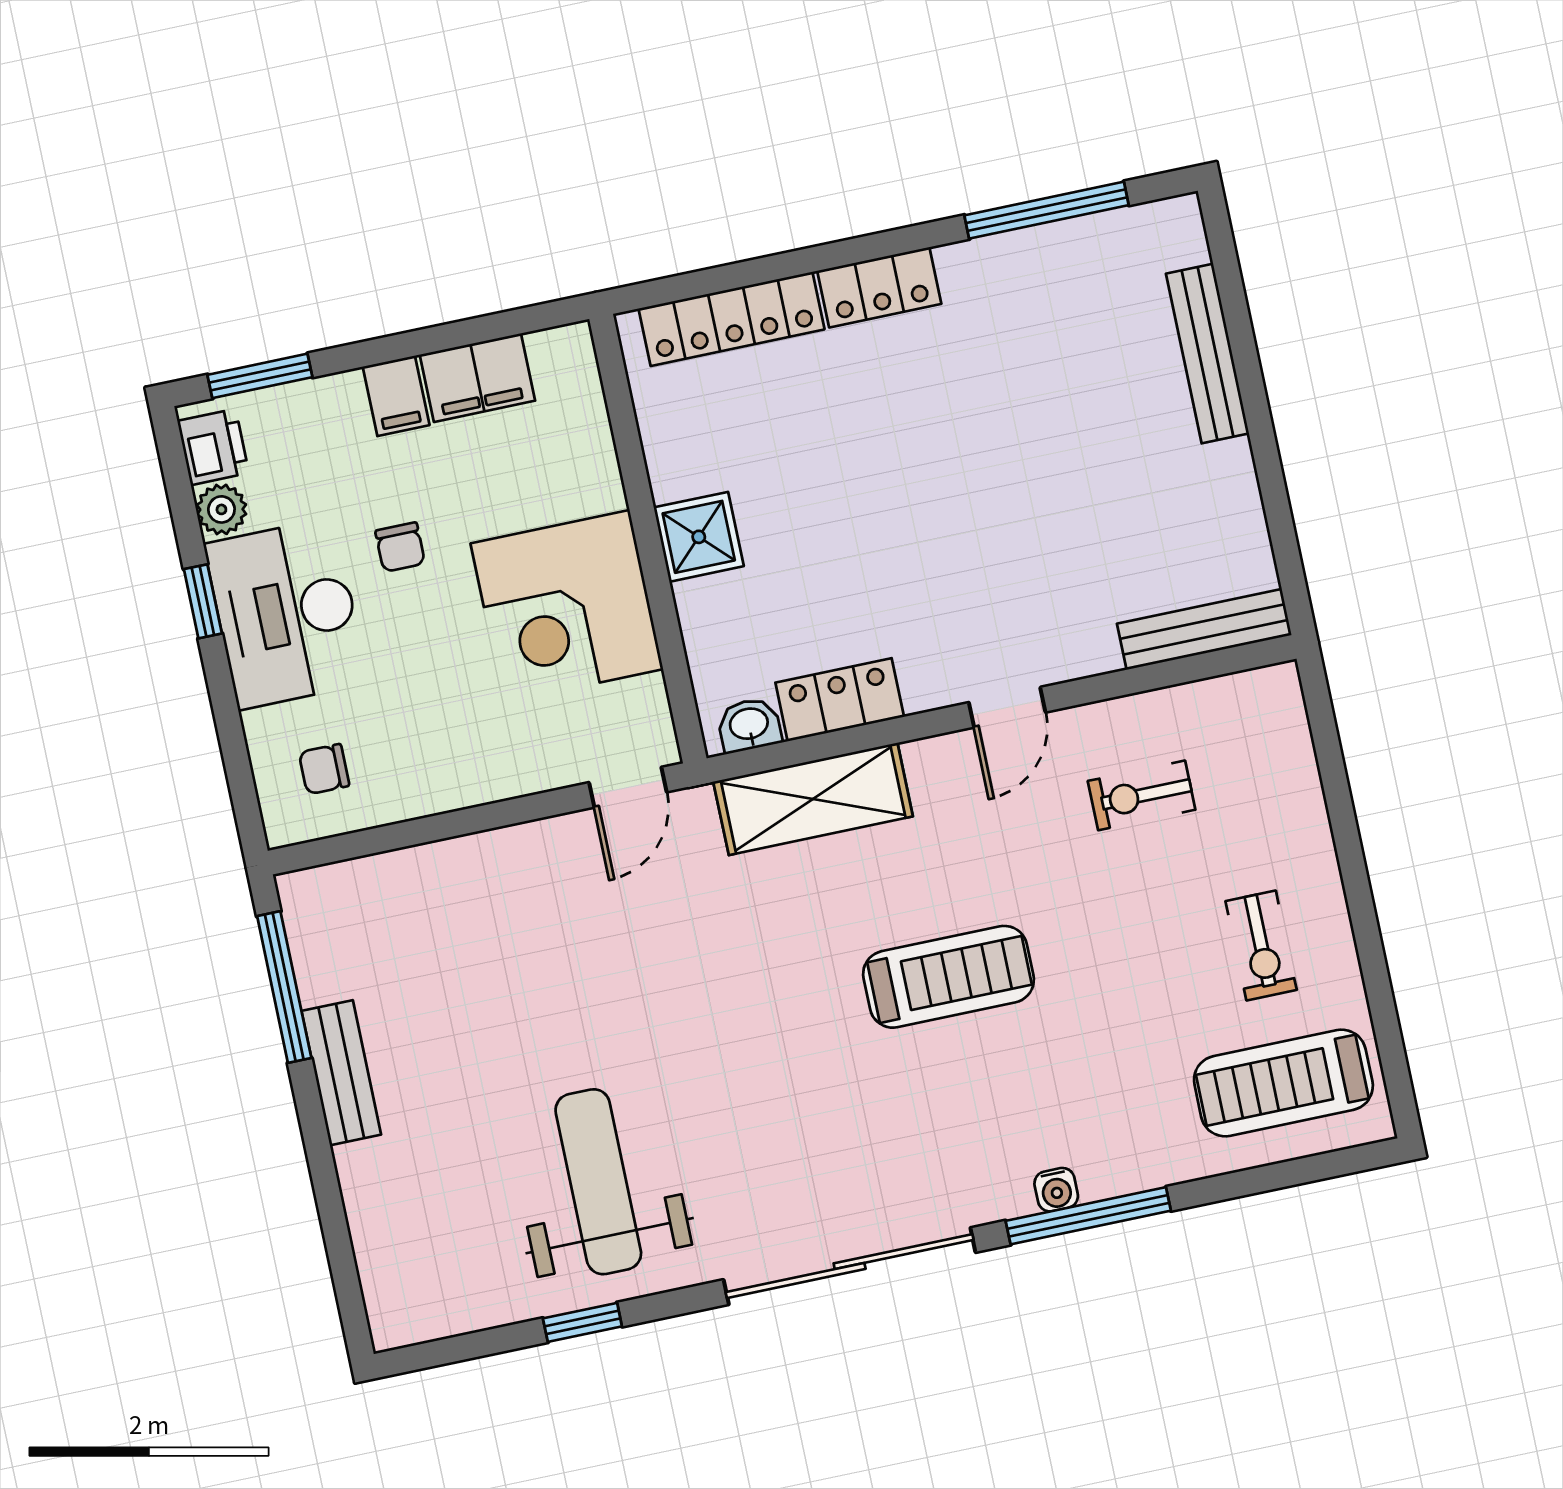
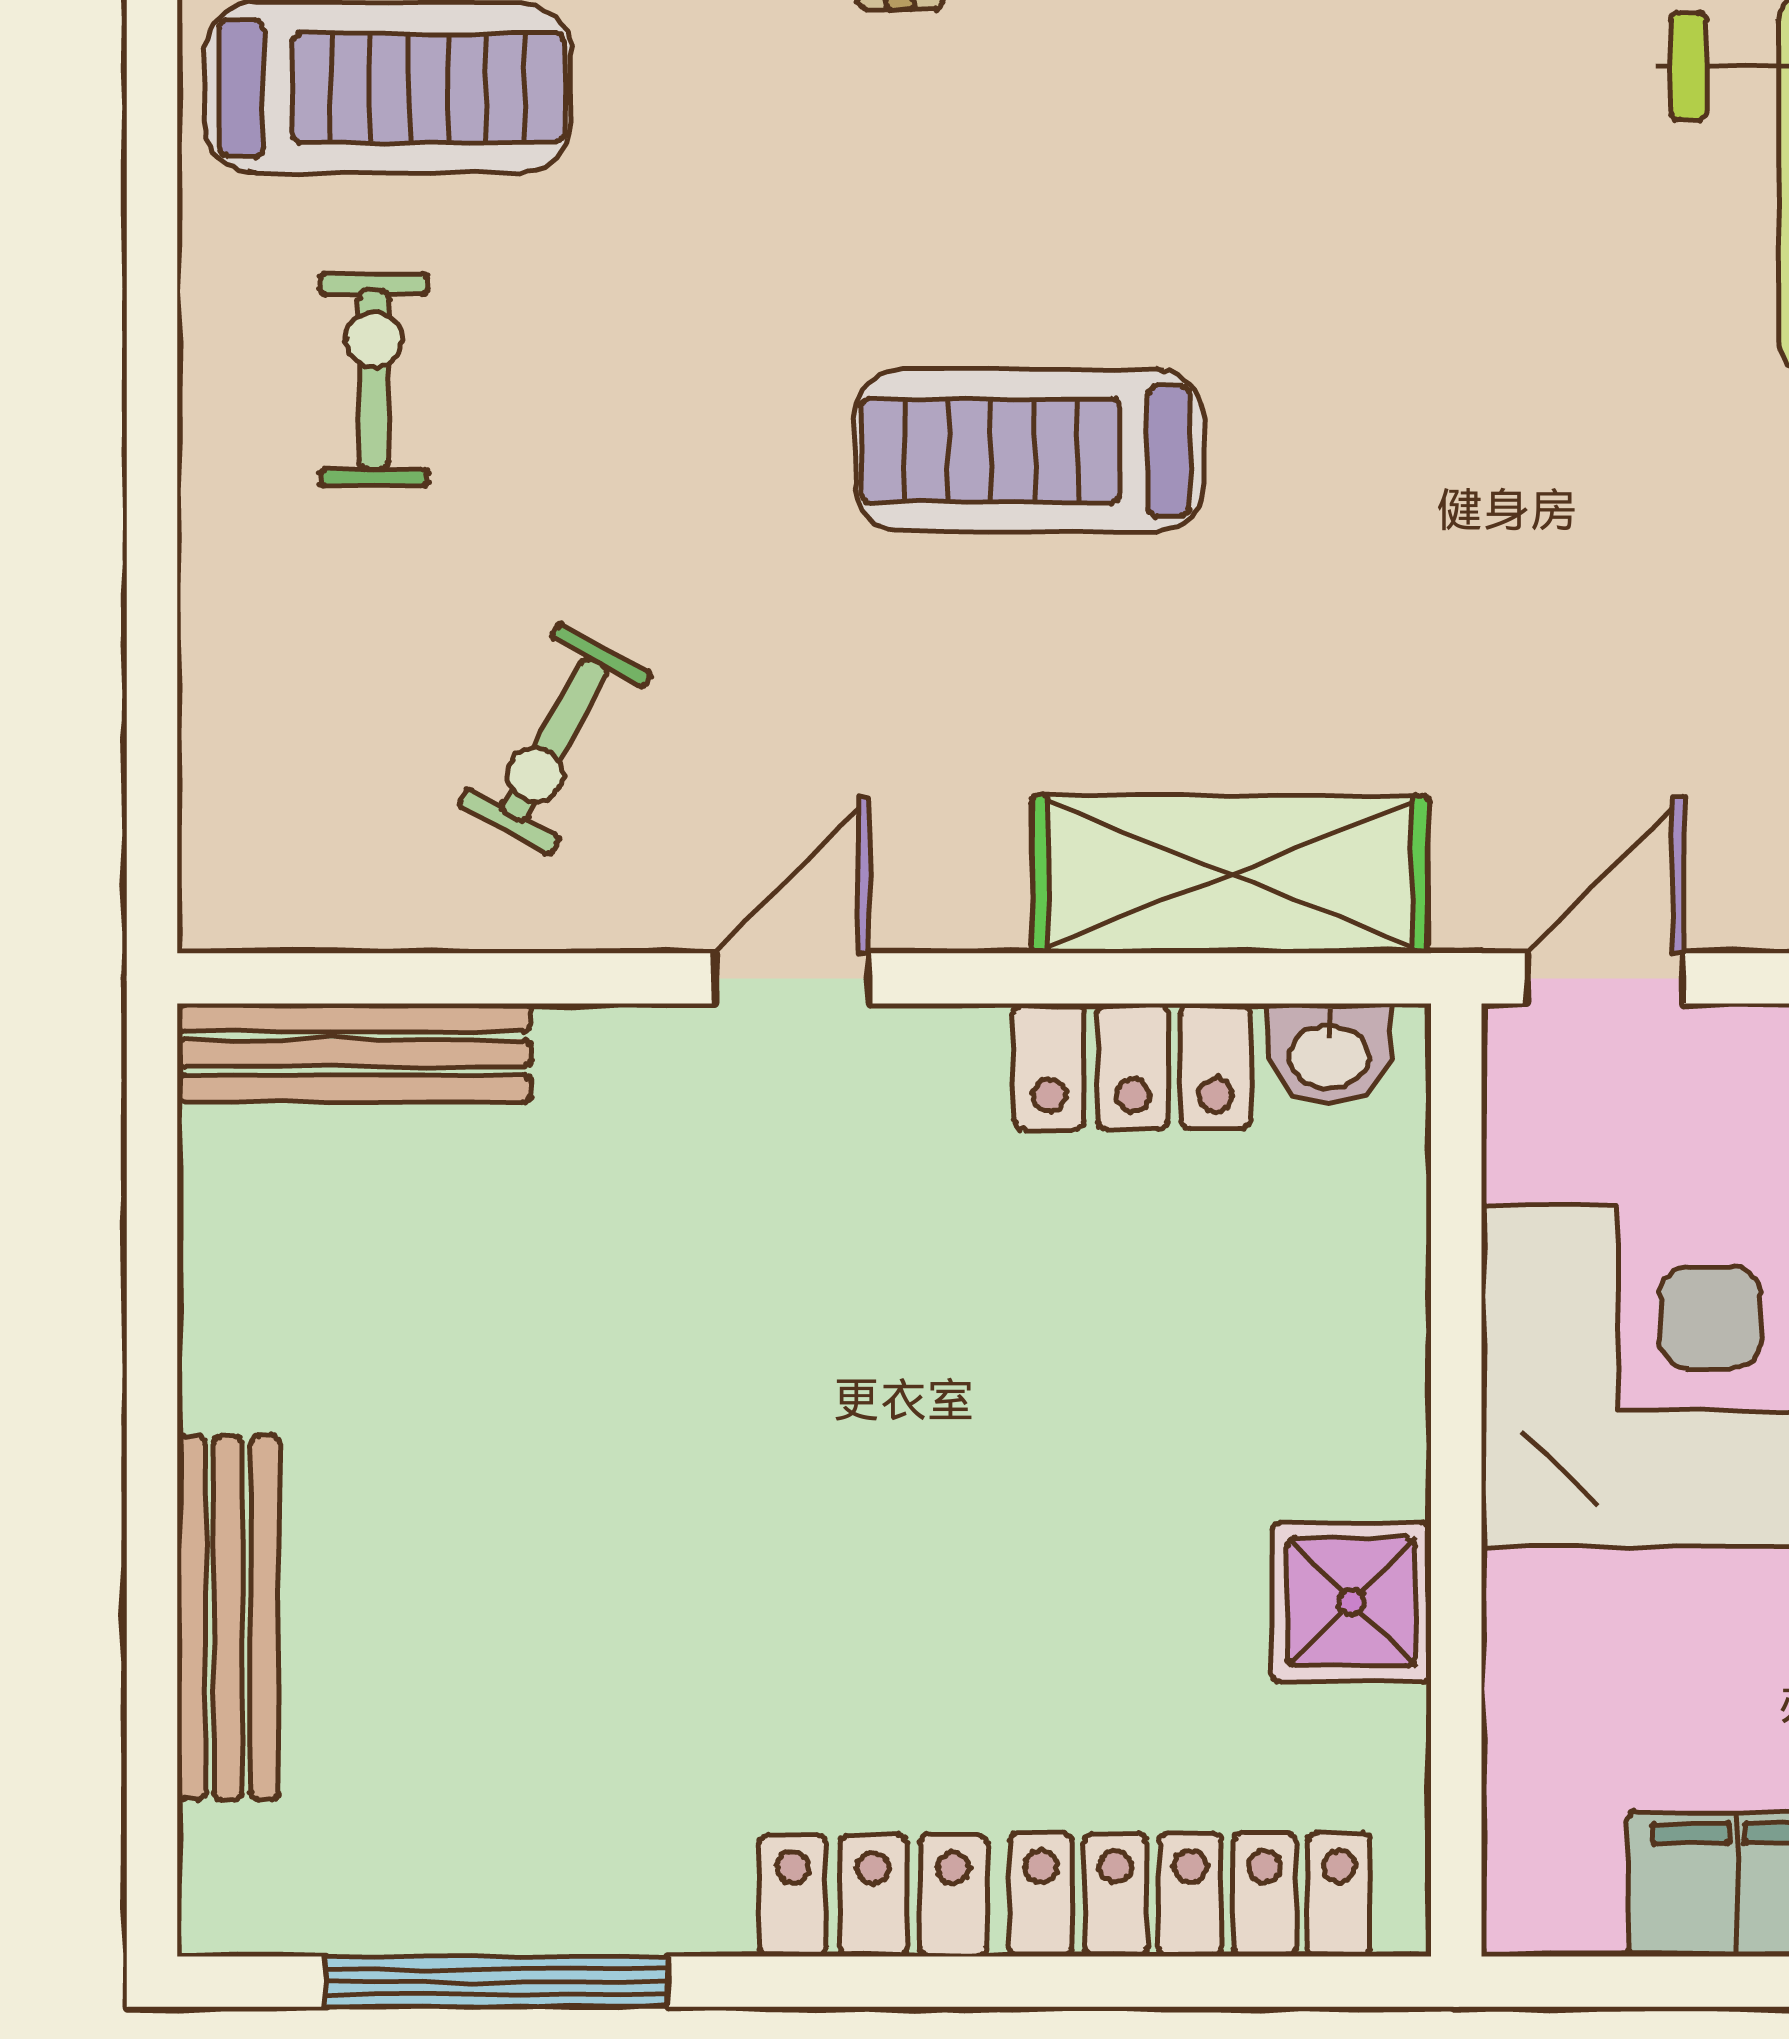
shower: (699, 537) -> (1351, 1602), moved
exercise bike: (1142, 795) -> (554, 740), turned 119

